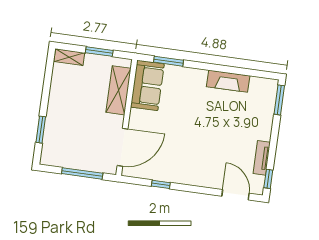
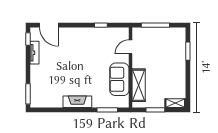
fireplace: (228, 81) -> (77, 102), moved
sofa: (147, 85) -> (119, 79), moved
door: (122, 147) -> (130, 47), width x0.53

